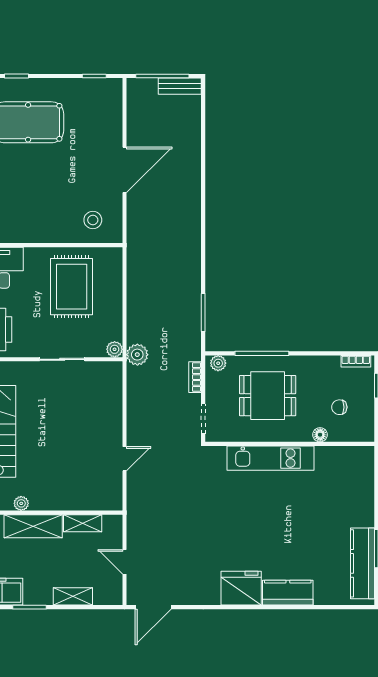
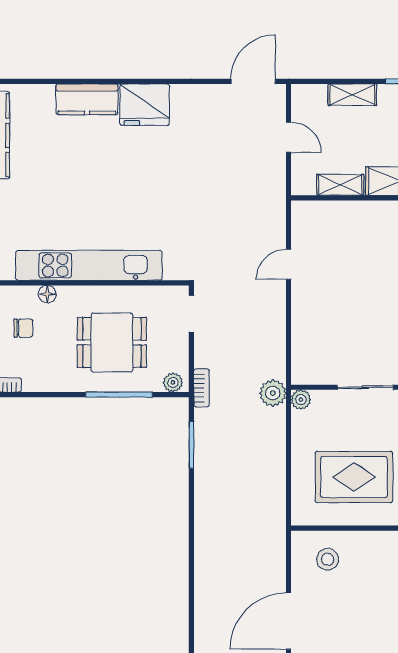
rug: (72, 287) -> (354, 477), turned 90
bookcase: (195, 377) -> (201, 388), moved
kitchen unit: (271, 458) -> (89, 265), width x1.36

